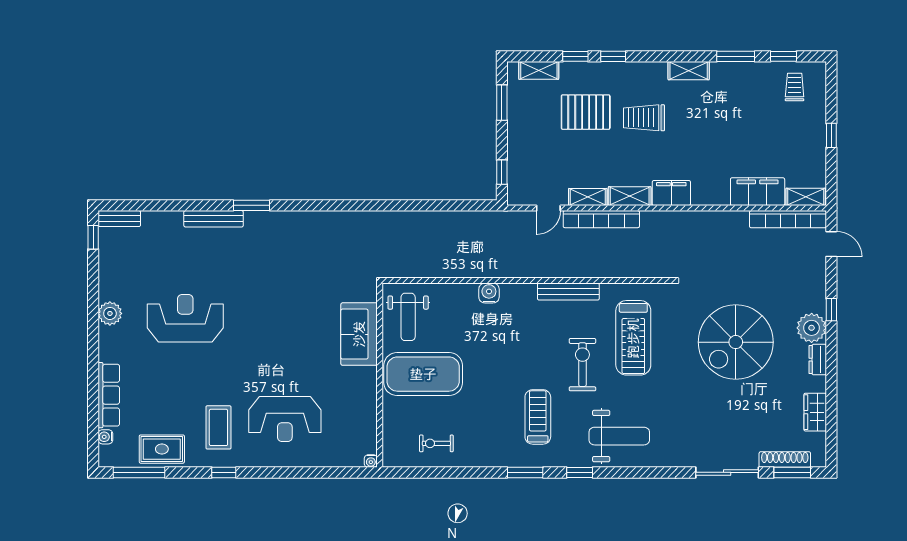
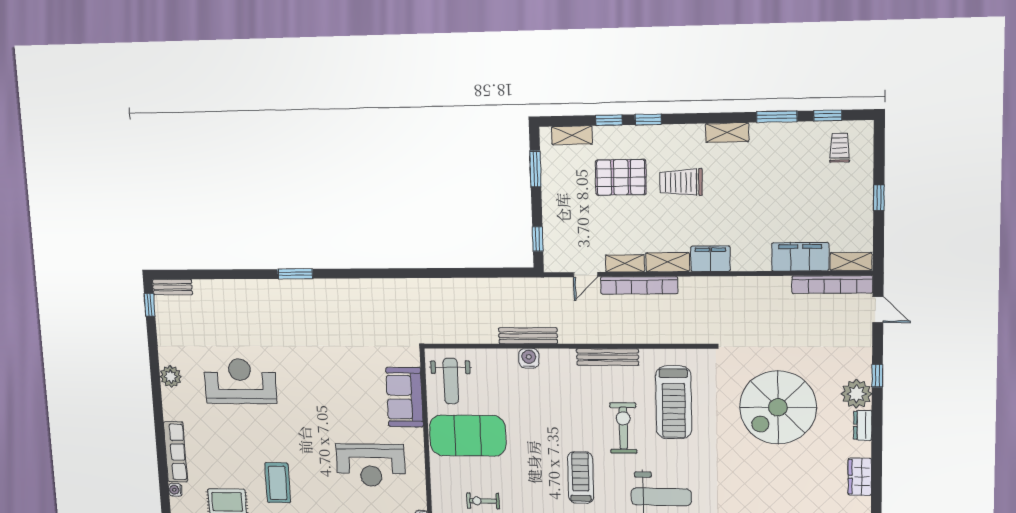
bench: (214, 219) -> (528, 336), moved
reception desk: (285, 419) -> (371, 465), moved

